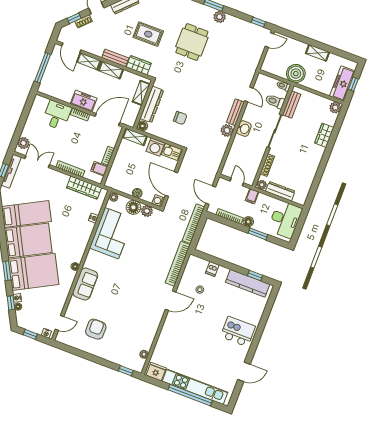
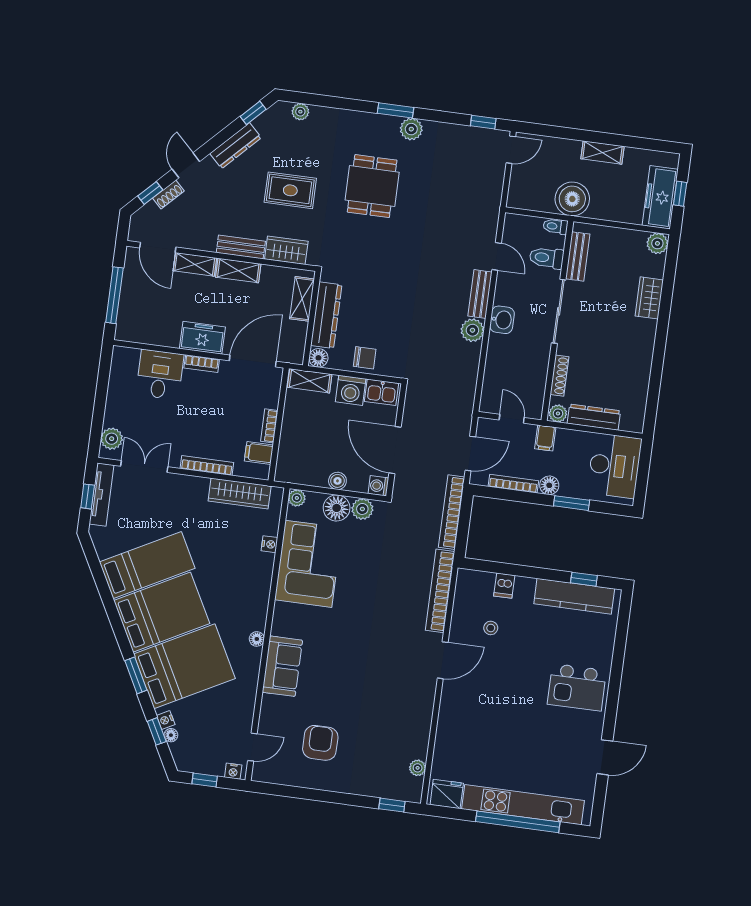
chair: (180, 118) -> (365, 358), moved
door: (211, 195) -> (470, 453), swing flipped
kitchen island: (238, 332) -> (577, 687), turned 180

